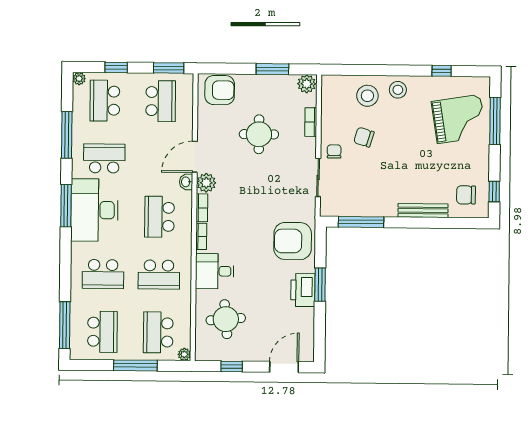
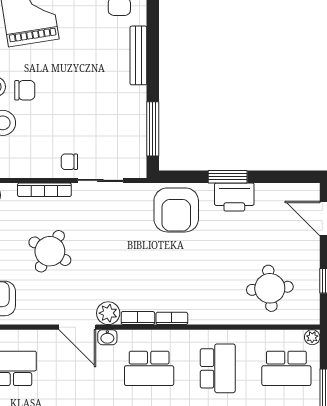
bookcase: (311, 122) -> (44, 190), width x1.56
round table: (259, 134) -> (50, 251), turned 30
chair: (364, 137) -> (25, 90), moved, turned -107
desk: (215, 271) -> (213, 302), removed

